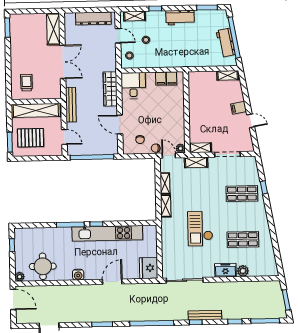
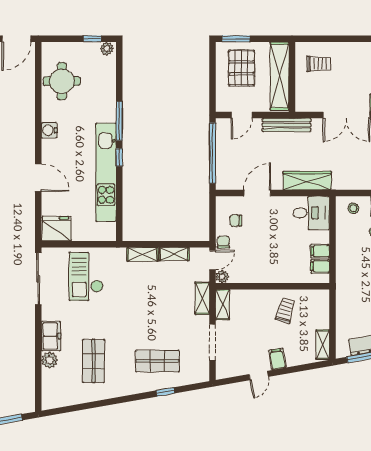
trolley: (204, 103) -> (285, 310), added
shop shelf: (242, 194) -> (157, 361), turned 90
checkout: (200, 229) -> (86, 276), moved, turned -90
plant: (20, 277) -> (107, 49), moved

